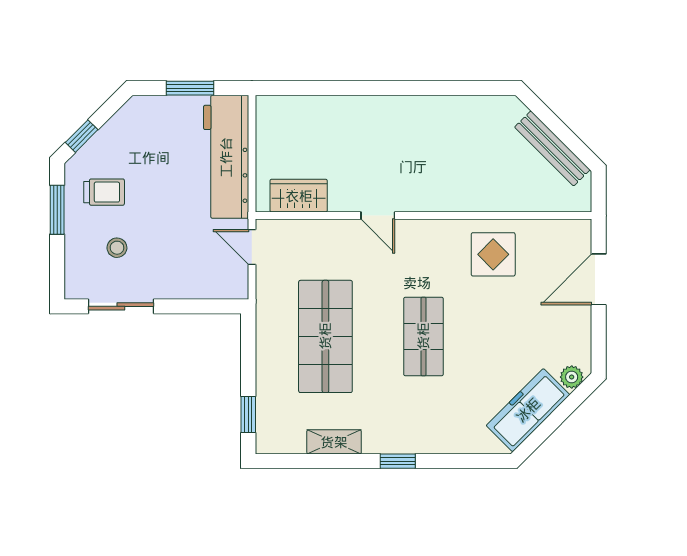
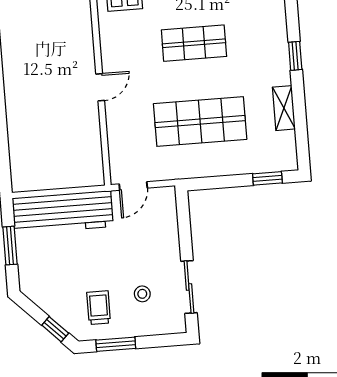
wardrobe: (299, 196) -> (89, 152), removed

